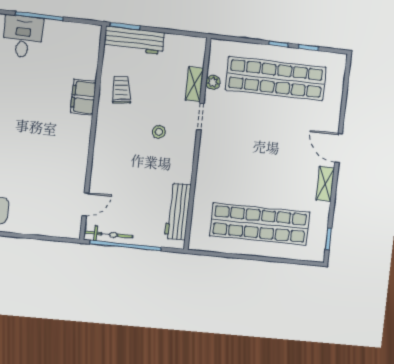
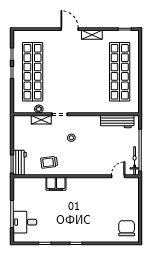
workbench: (134, 40) -> (20, 163), width x0.73
door: (339, 148) -> (70, 29), swing flipped
door: (85, 204) -> (118, 176), hinge flipped

